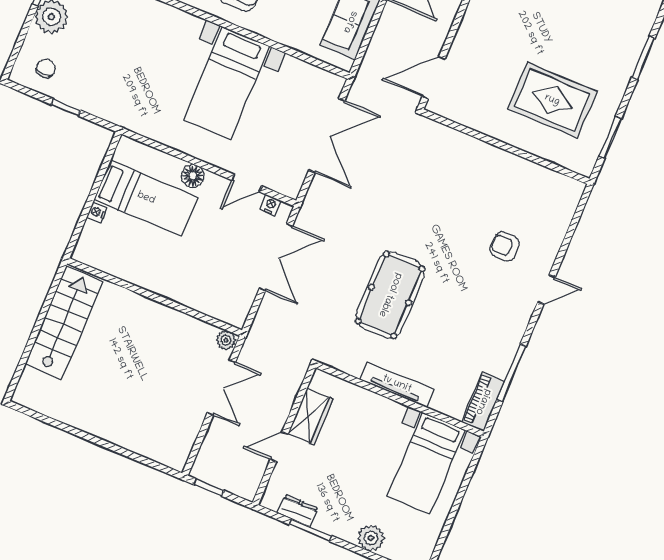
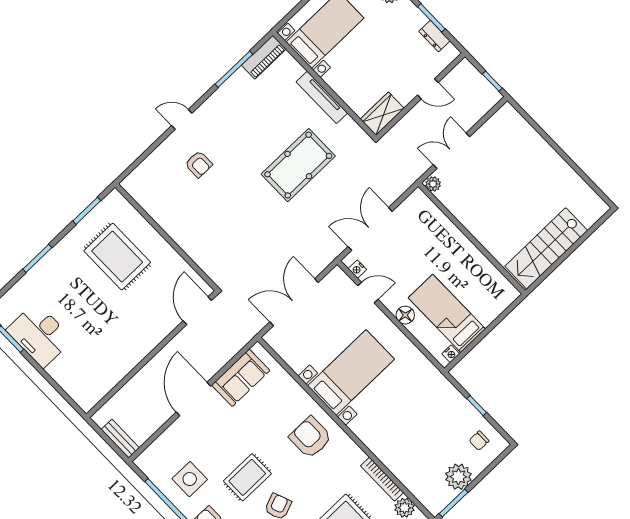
door: (434, 78) -> (197, 311), swing flipped
nightstand: (97, 212) -> (451, 354), moved
wardrobe: (310, 417) -> (382, 114), moved

